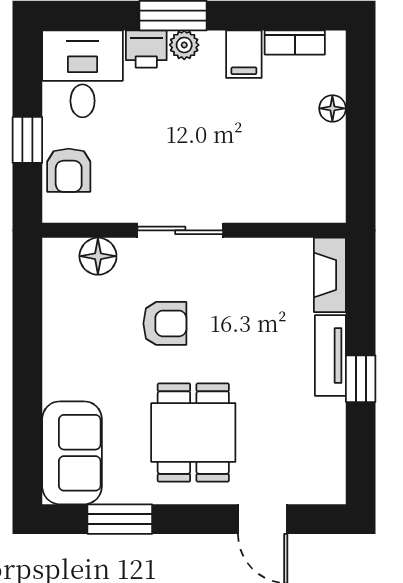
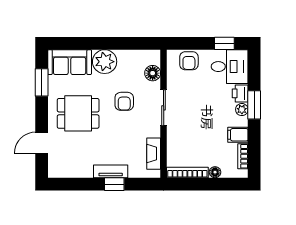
window: (27, 140) -> (224, 43), moved
armchair: (69, 170) -> (189, 61), turned -90
bookcase: (333, 174) -> (187, 172), added
fireplace: (330, 275) -> (154, 154), moved, turned -90
plant: (71, 370) -> (105, 62), added
window: (361, 379) -> (114, 184), moved

